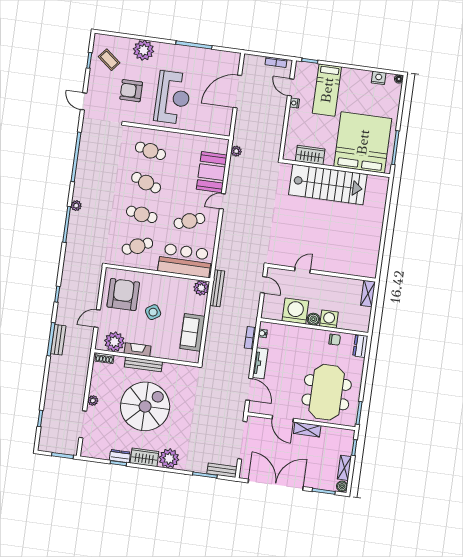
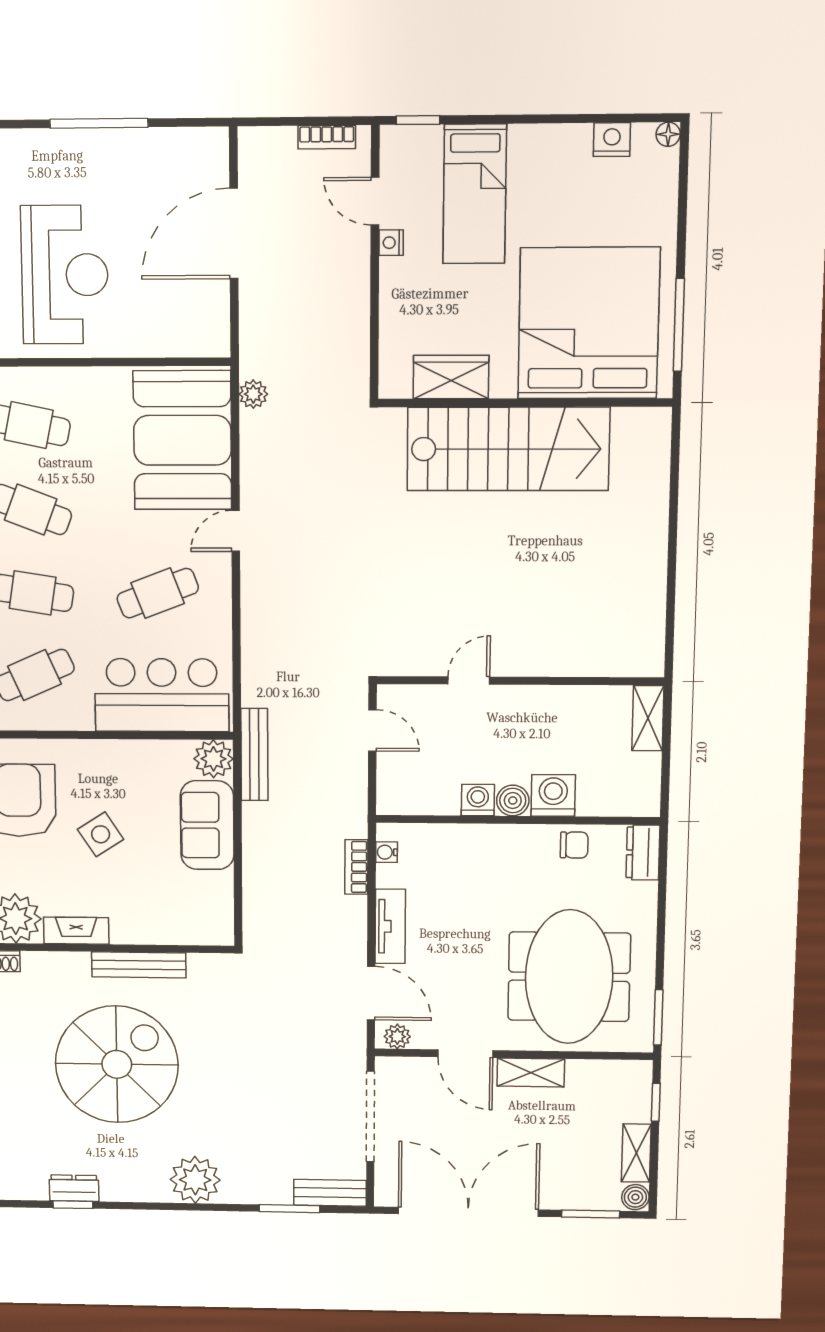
booth: (212, 172) -> (182, 440), width x1.36, depth x1.42
washing machine: (295, 311) -> (478, 800), width x0.53, depth x0.53
sofa: (192, 332) -> (207, 825), moved
bench: (143, 364) -> (139, 965), moved
plant: (257, 408) -> (397, 1036), added
wardrobe: (144, 457) -> (134, 1184), removed

